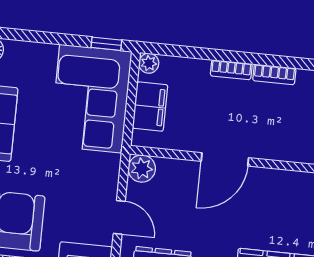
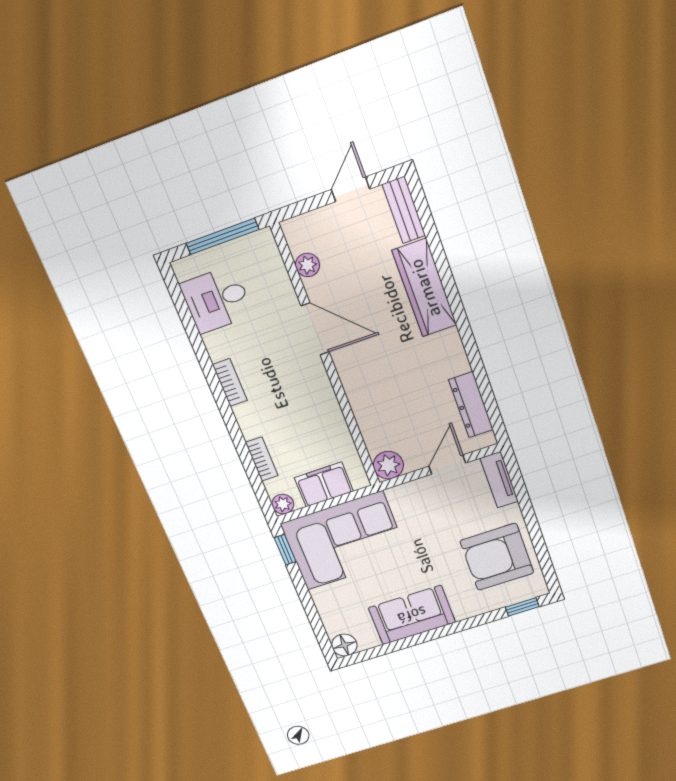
bookcase: (231, 70) -> (262, 459), moved
door: (225, 159) -> (315, 329), moved

